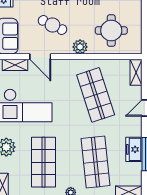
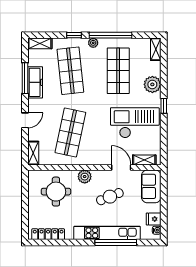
cafe table: (52, 25) -> (110, 197), turned -48
shop shelf: (96, 95) -> (70, 132), turned 30
freezer: (134, 149) -> (35, 82), width x1.40

